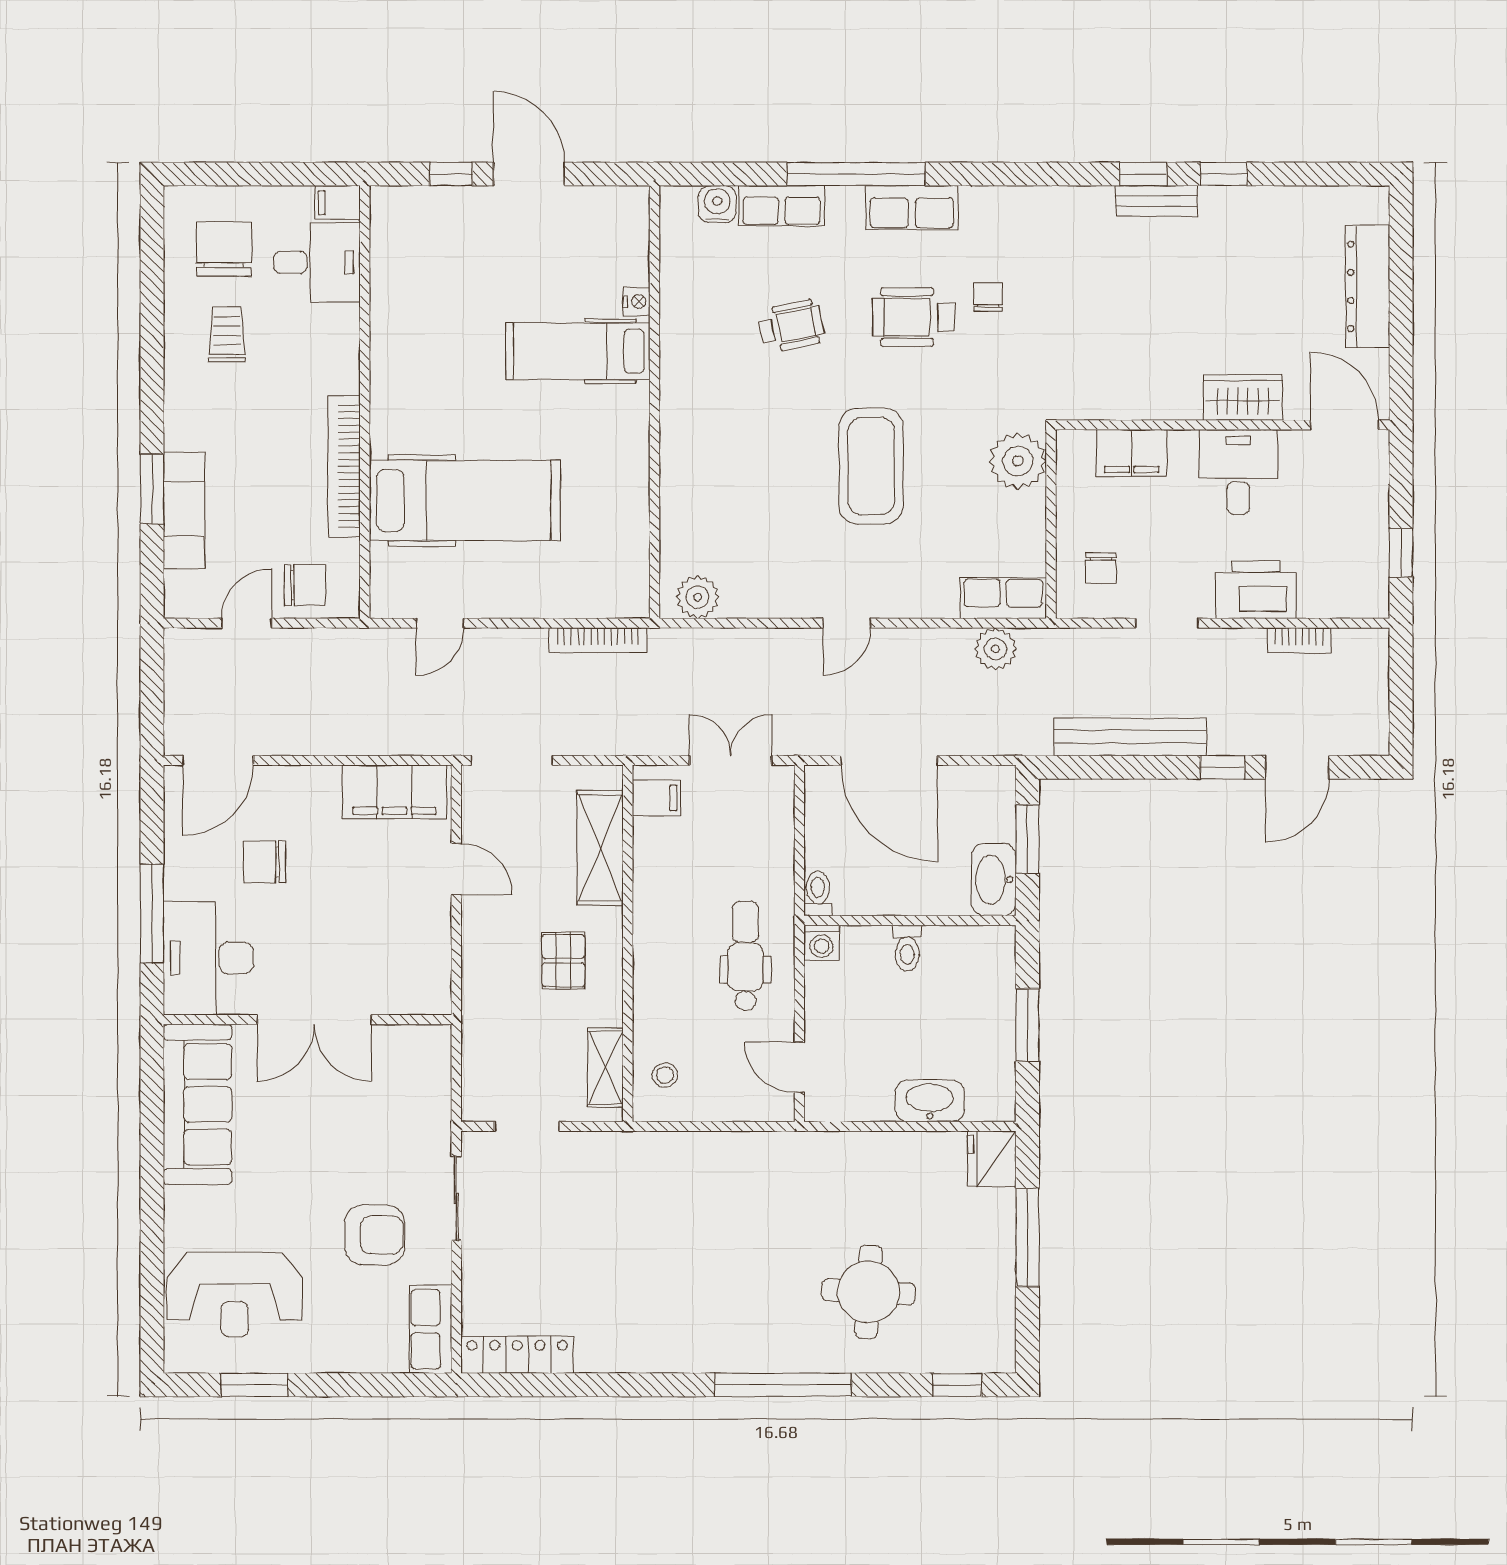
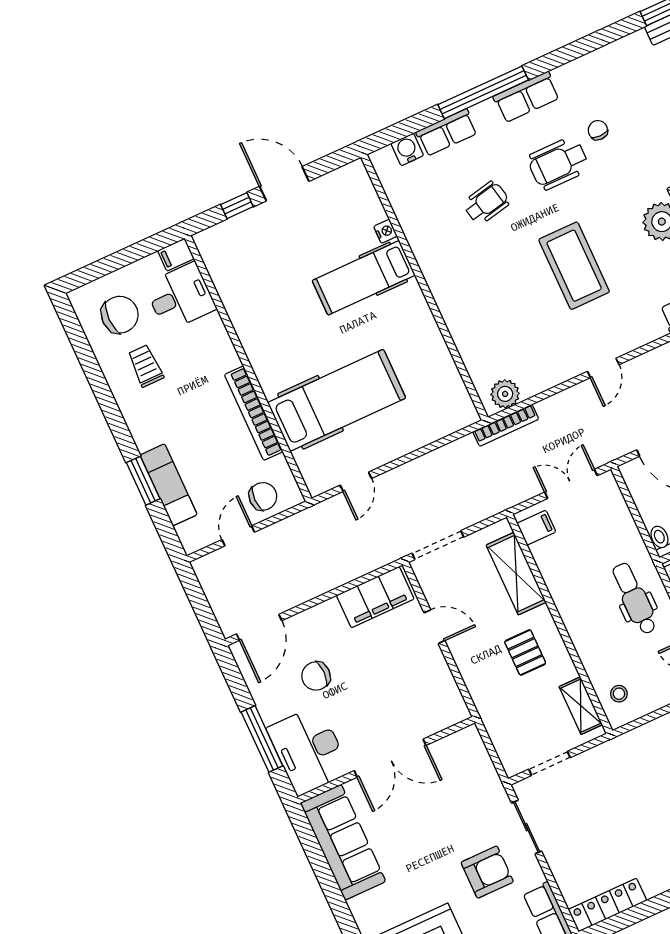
chair: (224, 249) -> (120, 315), turned 90
bookcase: (598, 640) -> (506, 425), moved

